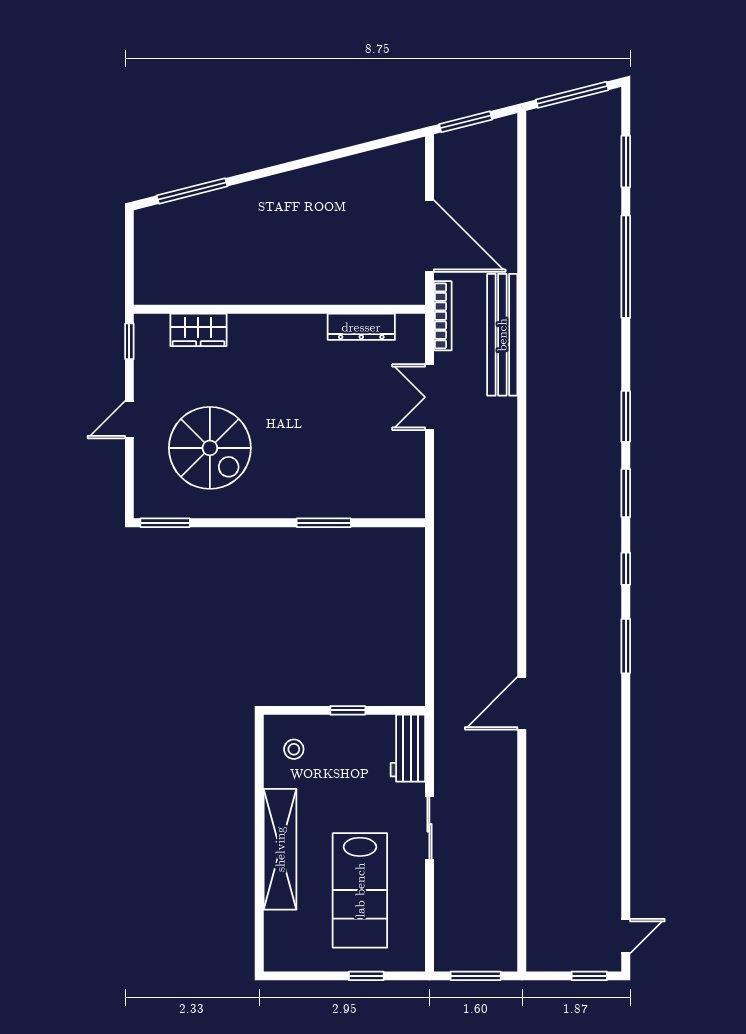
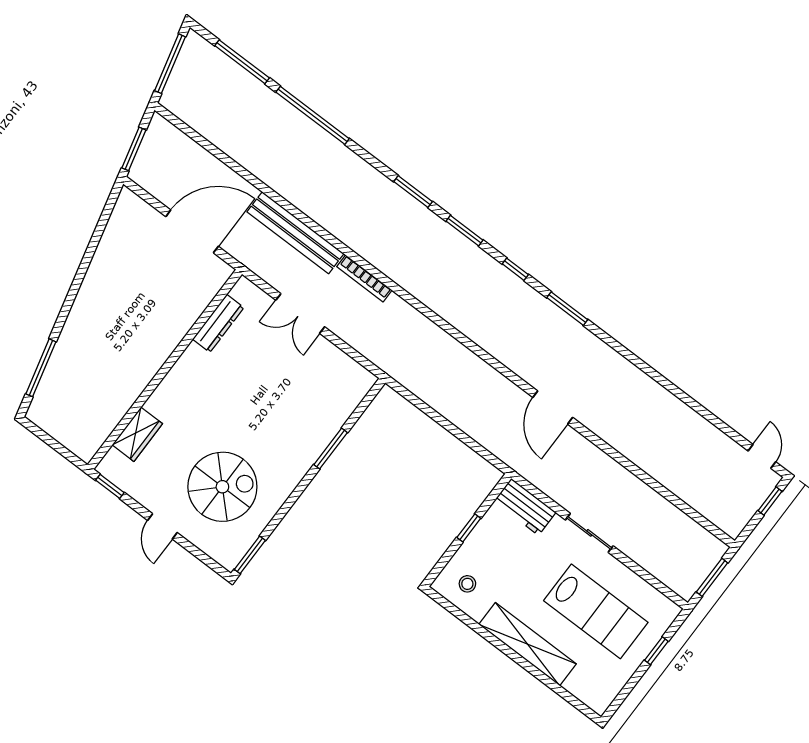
window: (626, 162) -> (242, 62), width x1.44
bookcase: (443, 316) -> (364, 278), moved, turned 180

